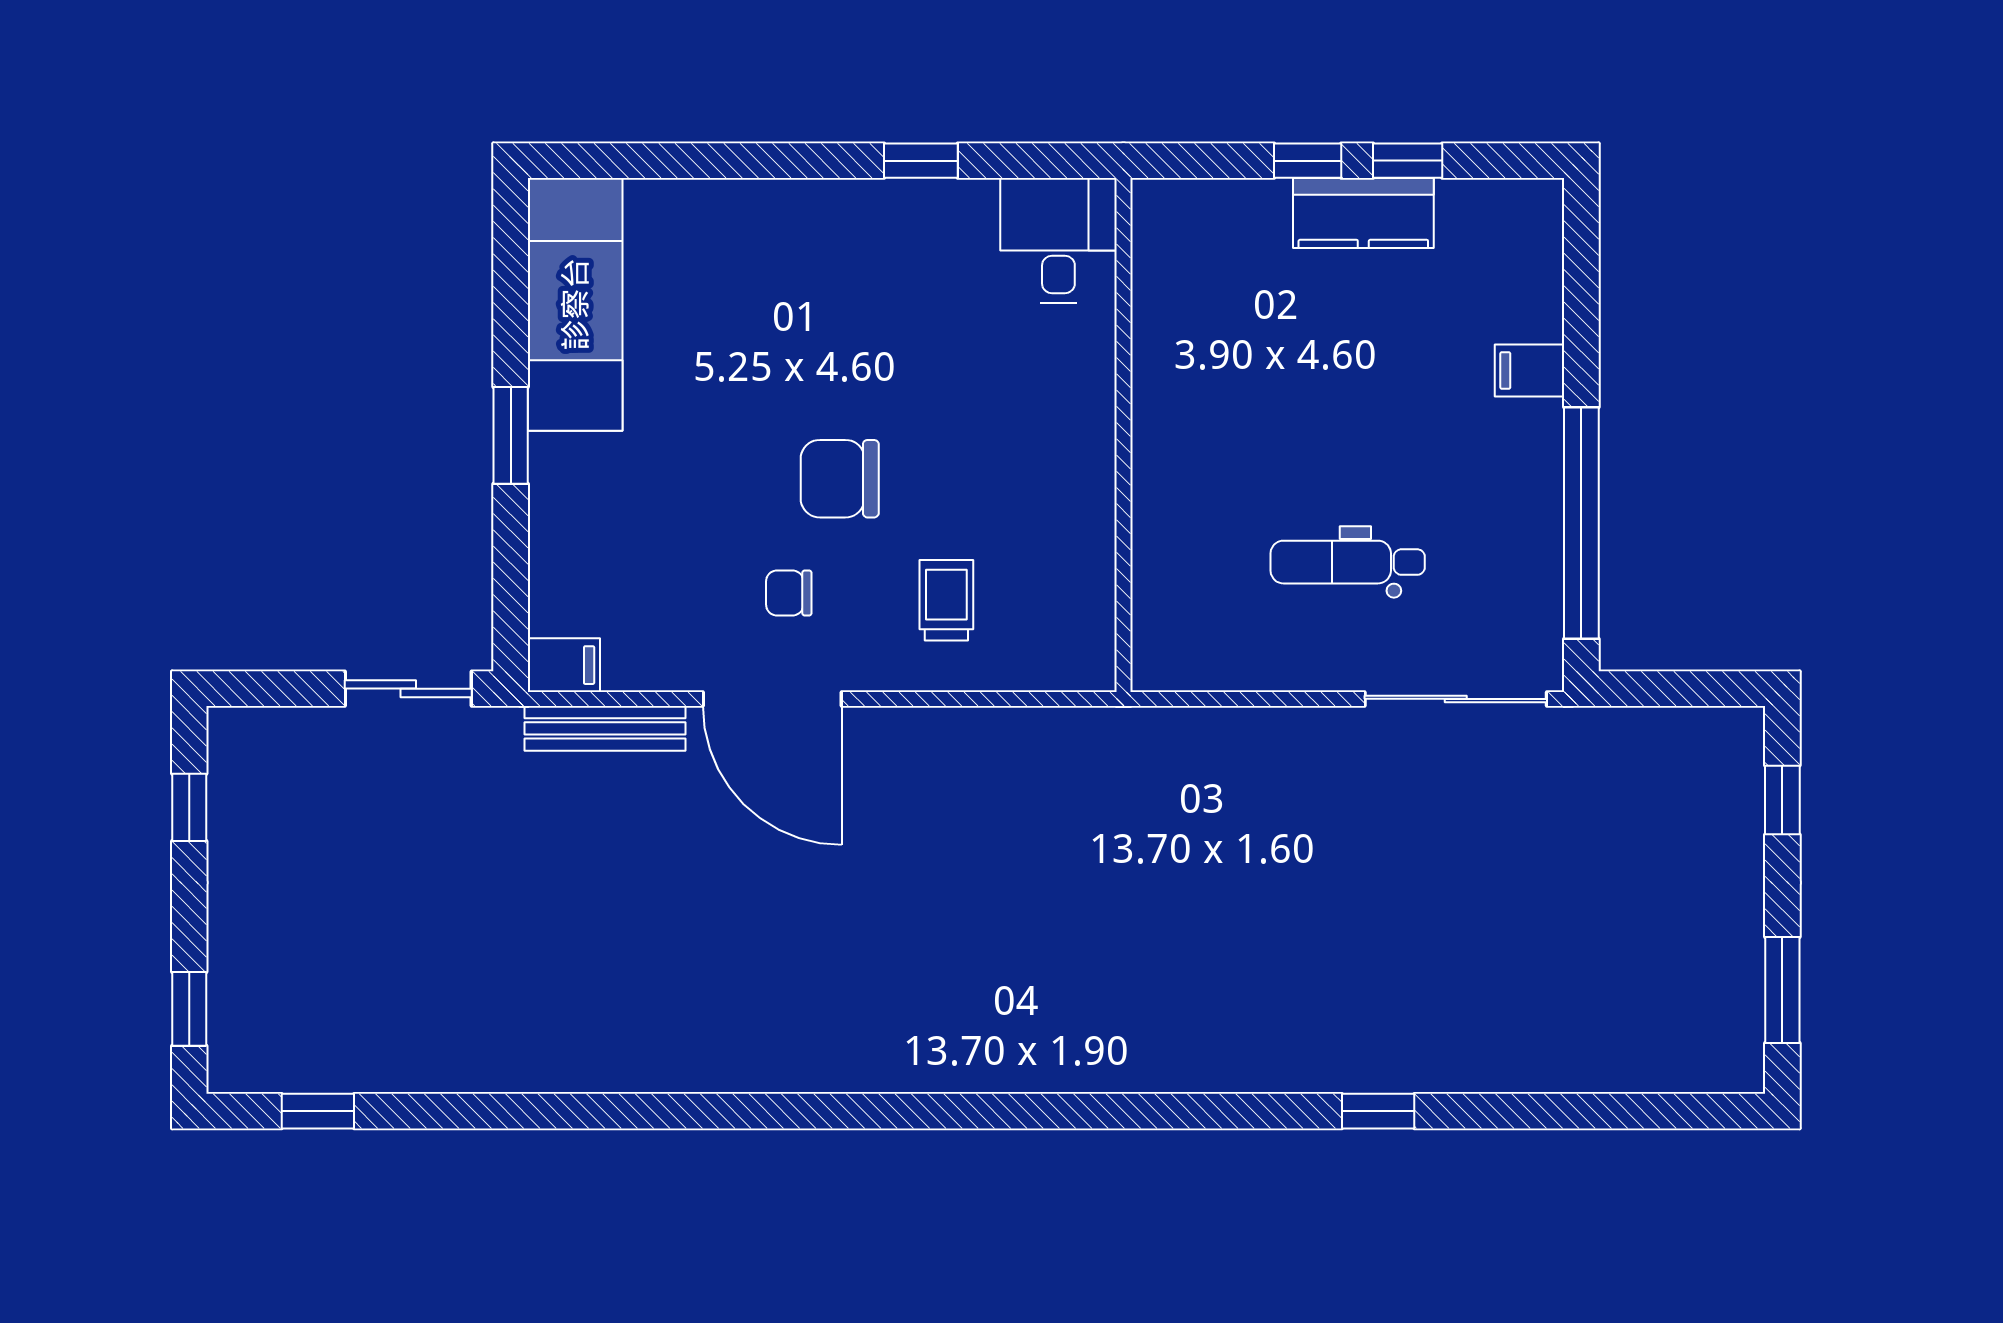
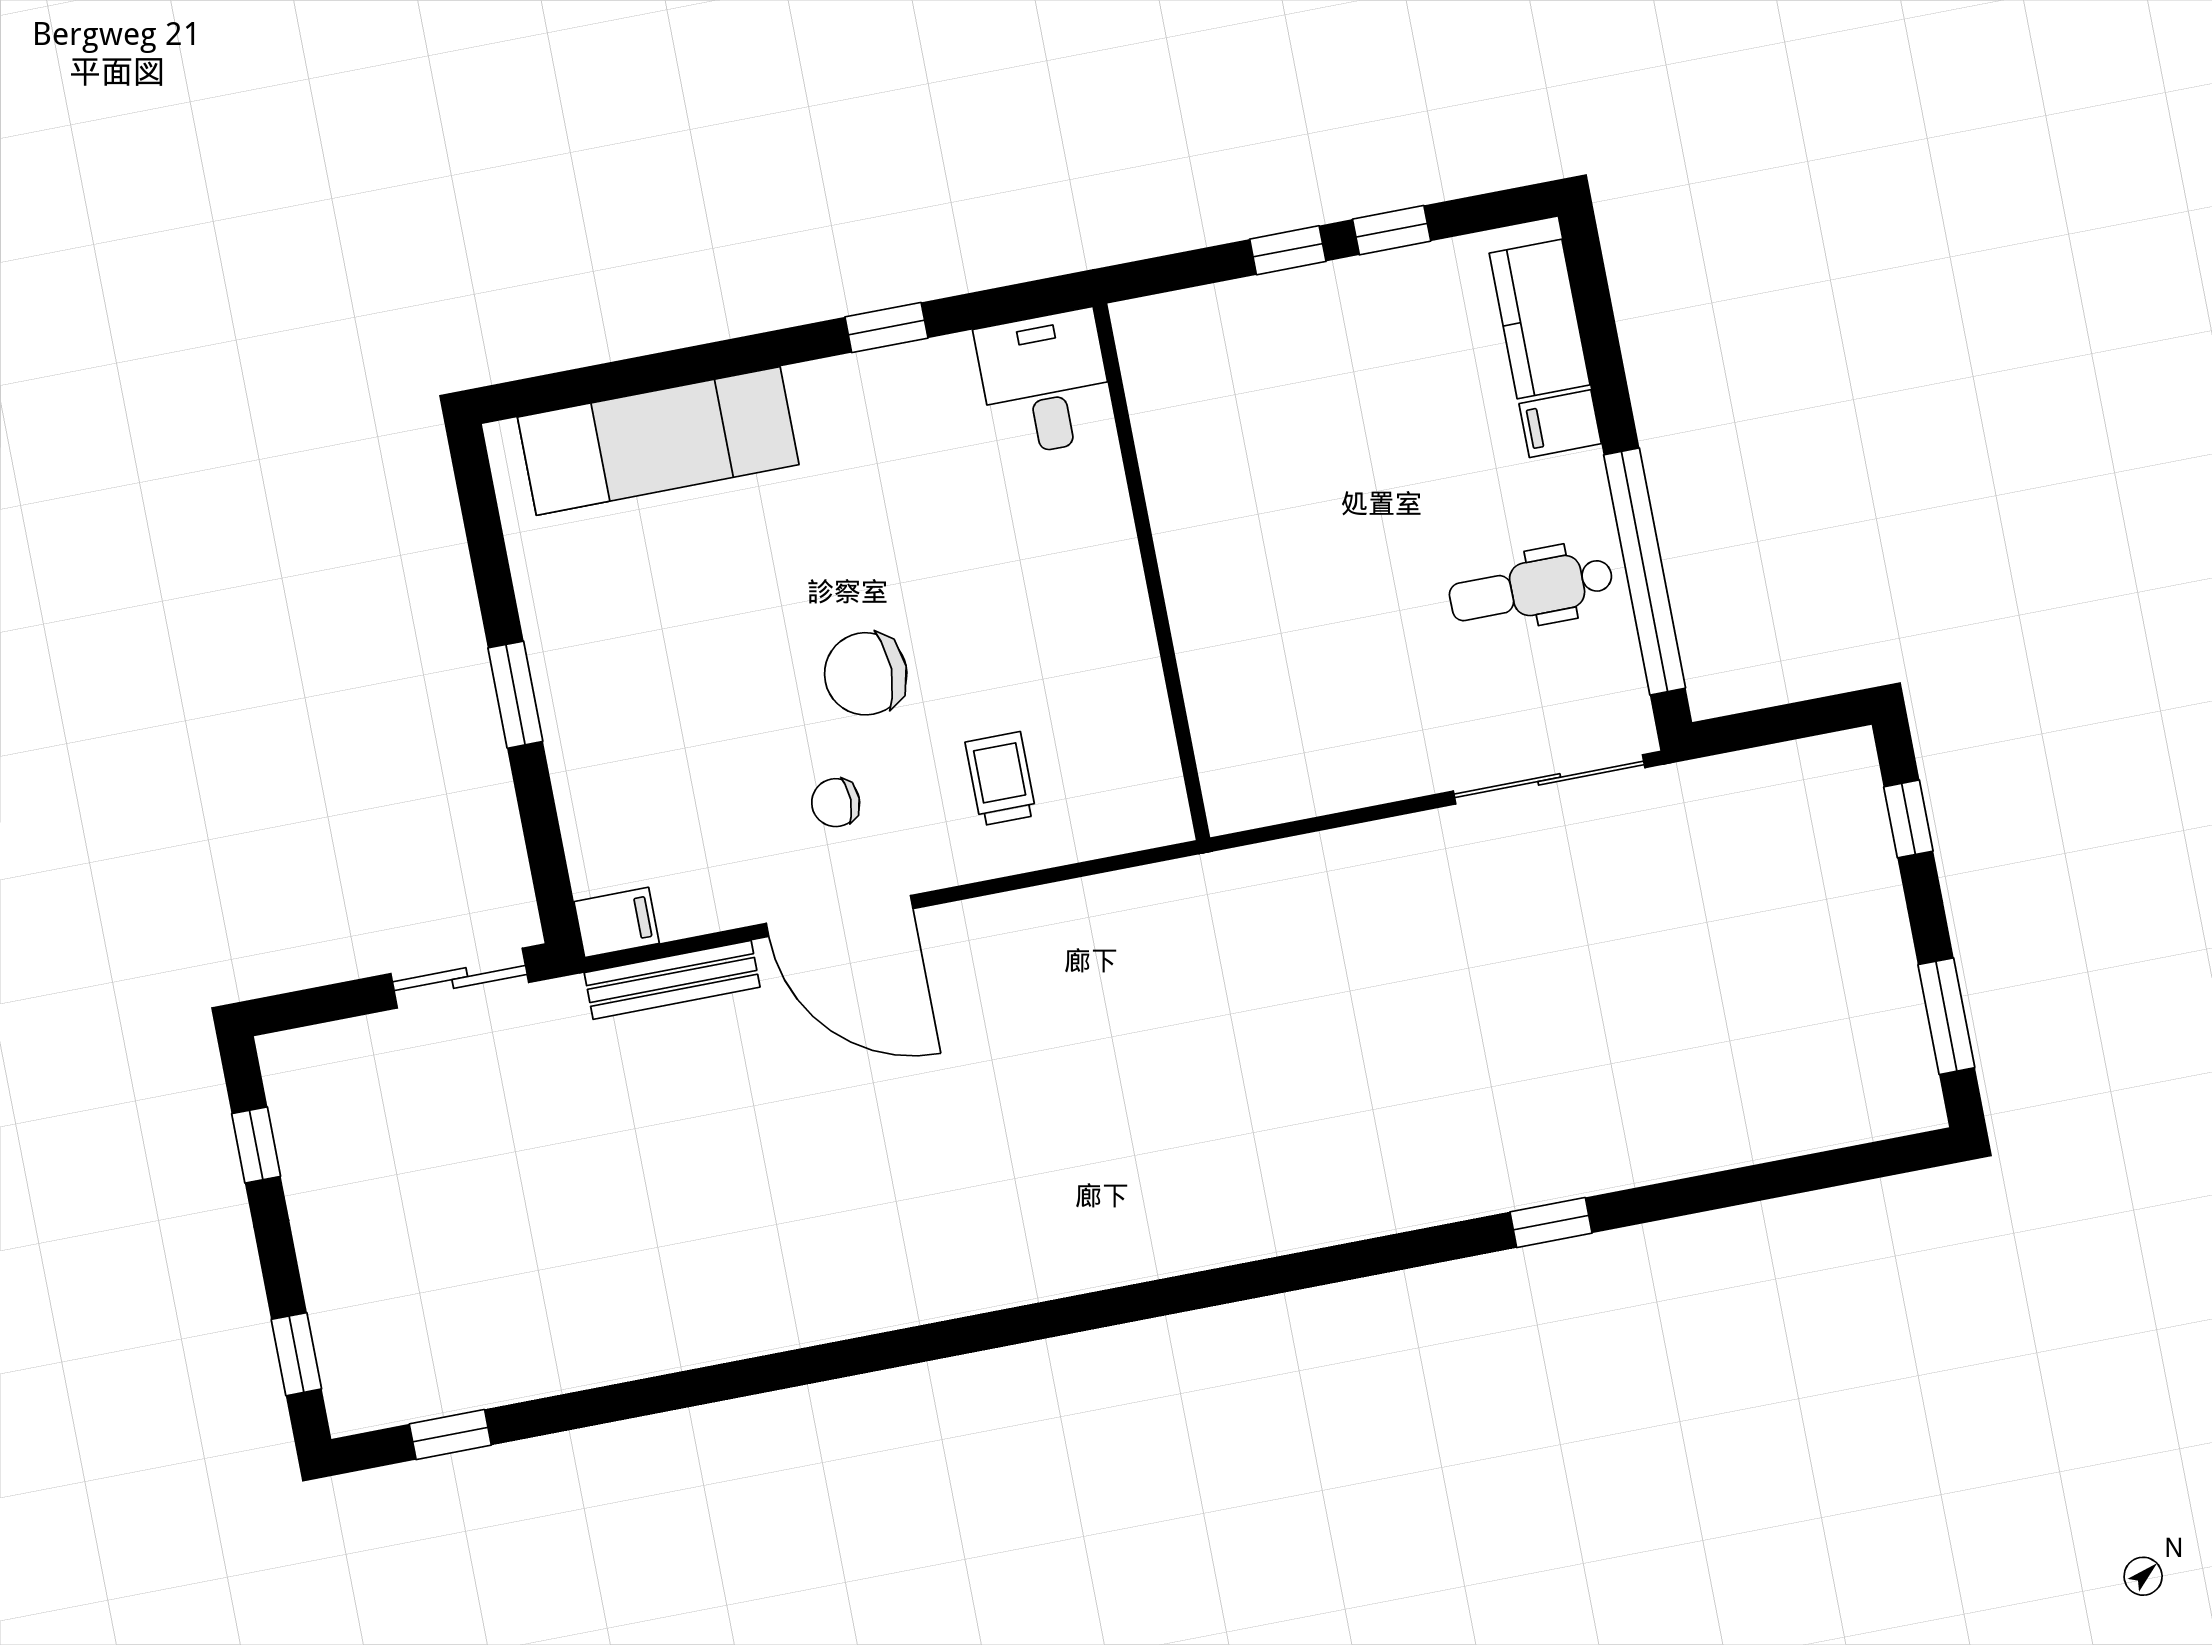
kitchen counter: (1363, 213) -> (1540, 319), moved, turned 90
exam couch: (575, 304) -> (658, 441), moved, turned 90
dental chair: (1348, 562) -> (1531, 589), moved

